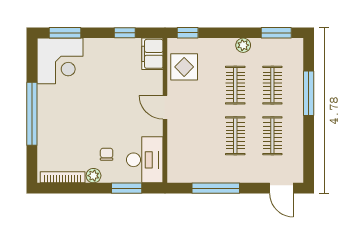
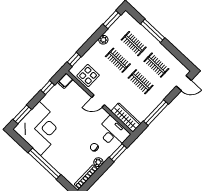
filing cabinet: (152, 54) -> (65, 81), width x0.50
corner desk: (60, 61) -> (40, 128), width x1.36, depth x1.36
wardrobe: (177, 158) -> (126, 117), added

